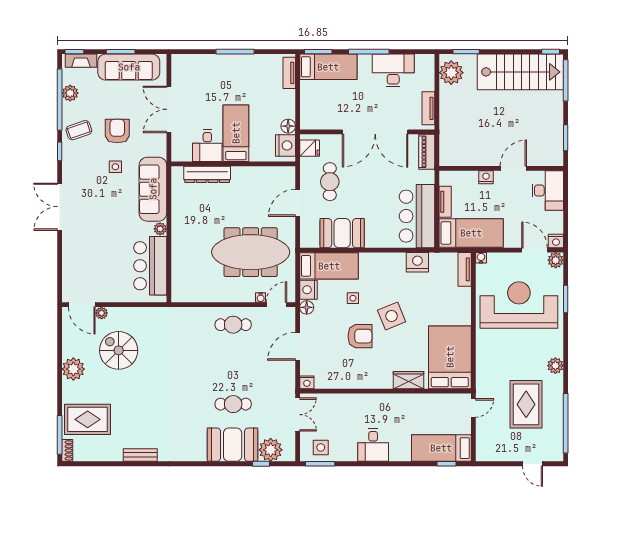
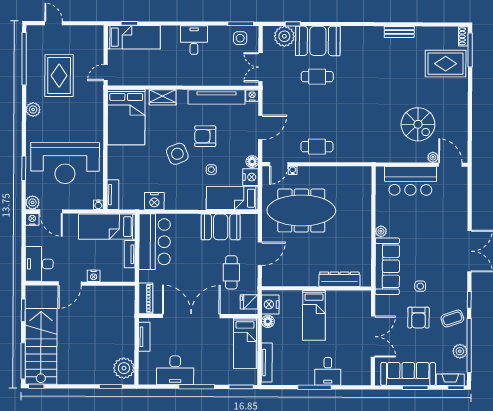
bed: (328, 67) -> (245, 343), moved, turned -90
stairs: (520, 72) -> (41, 346), moved, turned 90
tv unit: (289, 73) -> (267, 363), width x1.41
desk: (207, 146) -> (328, 371), moved, turned 180
bar counter: (150, 266) -> (410, 181), moved, turned 90
plant: (73, 369) -> (458, 108), removed
tv unit: (347, 381) -> (216, 97), added

